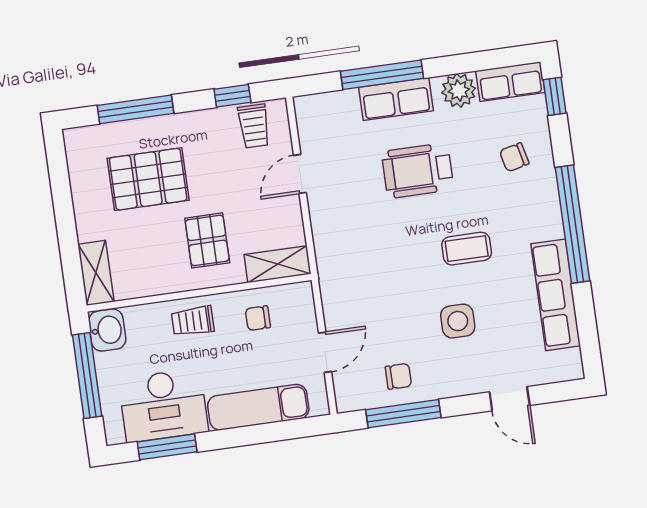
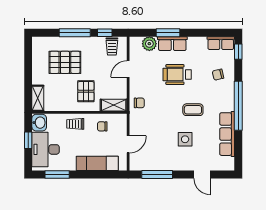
window: (382, 75) -> (168, 33), width x0.69
plant: (459, 90) -> (149, 44), moved
window: (136, 109) -> (75, 33), moved
window: (87, 375) -> (28, 140), width x0.46
chair: (398, 376) -> (139, 103), moved
desk: (163, 405) -> (46, 149), moved, turned 90

